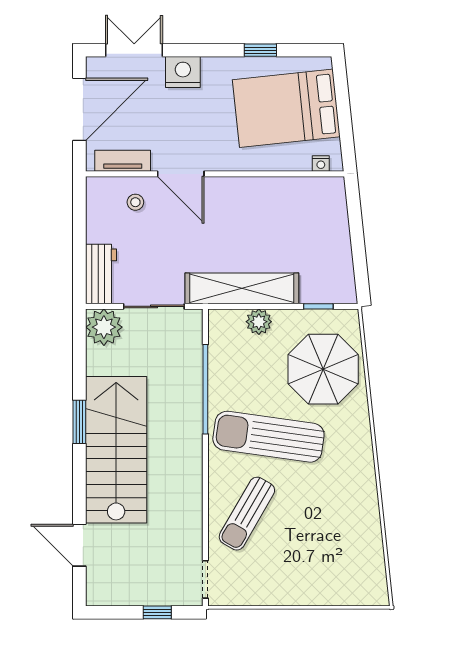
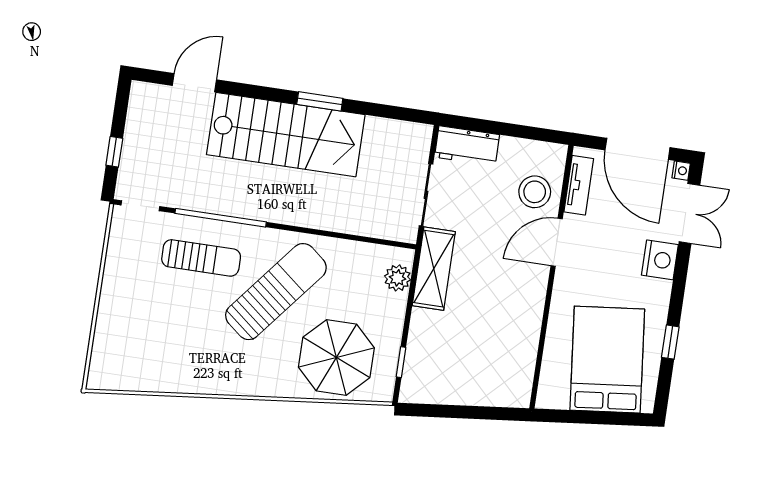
nightstand: (321, 163) -> (681, 171), moved, turned 180
stool: (135, 202) -> (535, 192), width x1.89, depth x1.89
shelving: (242, 288) -> (434, 269), width x0.68
plant: (259, 322) -> (398, 278), moved
plant: (104, 327) -> (412, 141), removed
window: (205, 389) -> (221, 218), moved
sun lounger: (268, 437) -> (276, 292), turned 31
sun lounger: (247, 514) -> (201, 258), turned 150

